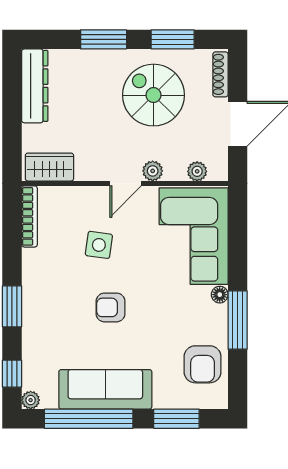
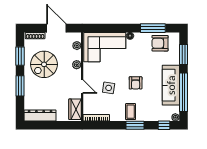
door: (126, 183) -> (82, 87), moved
coffee table: (44, 296) -> (131, 112), added
window: (238, 320) -> (153, 28), moved
armchair: (203, 364) -> (160, 43), turned 180

